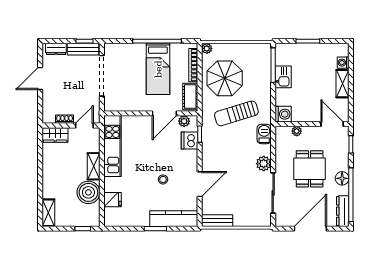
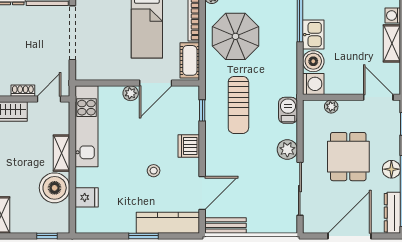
boiler: (283, 97) -> (313, 61), added
sun lounger: (236, 113) -> (238, 105), moved, turned -73
plant: (184, 121) -> (131, 93), moved
dishwasher: (189, 141) -> (189, 146), moved
door: (200, 184) -> (202, 193), moved

